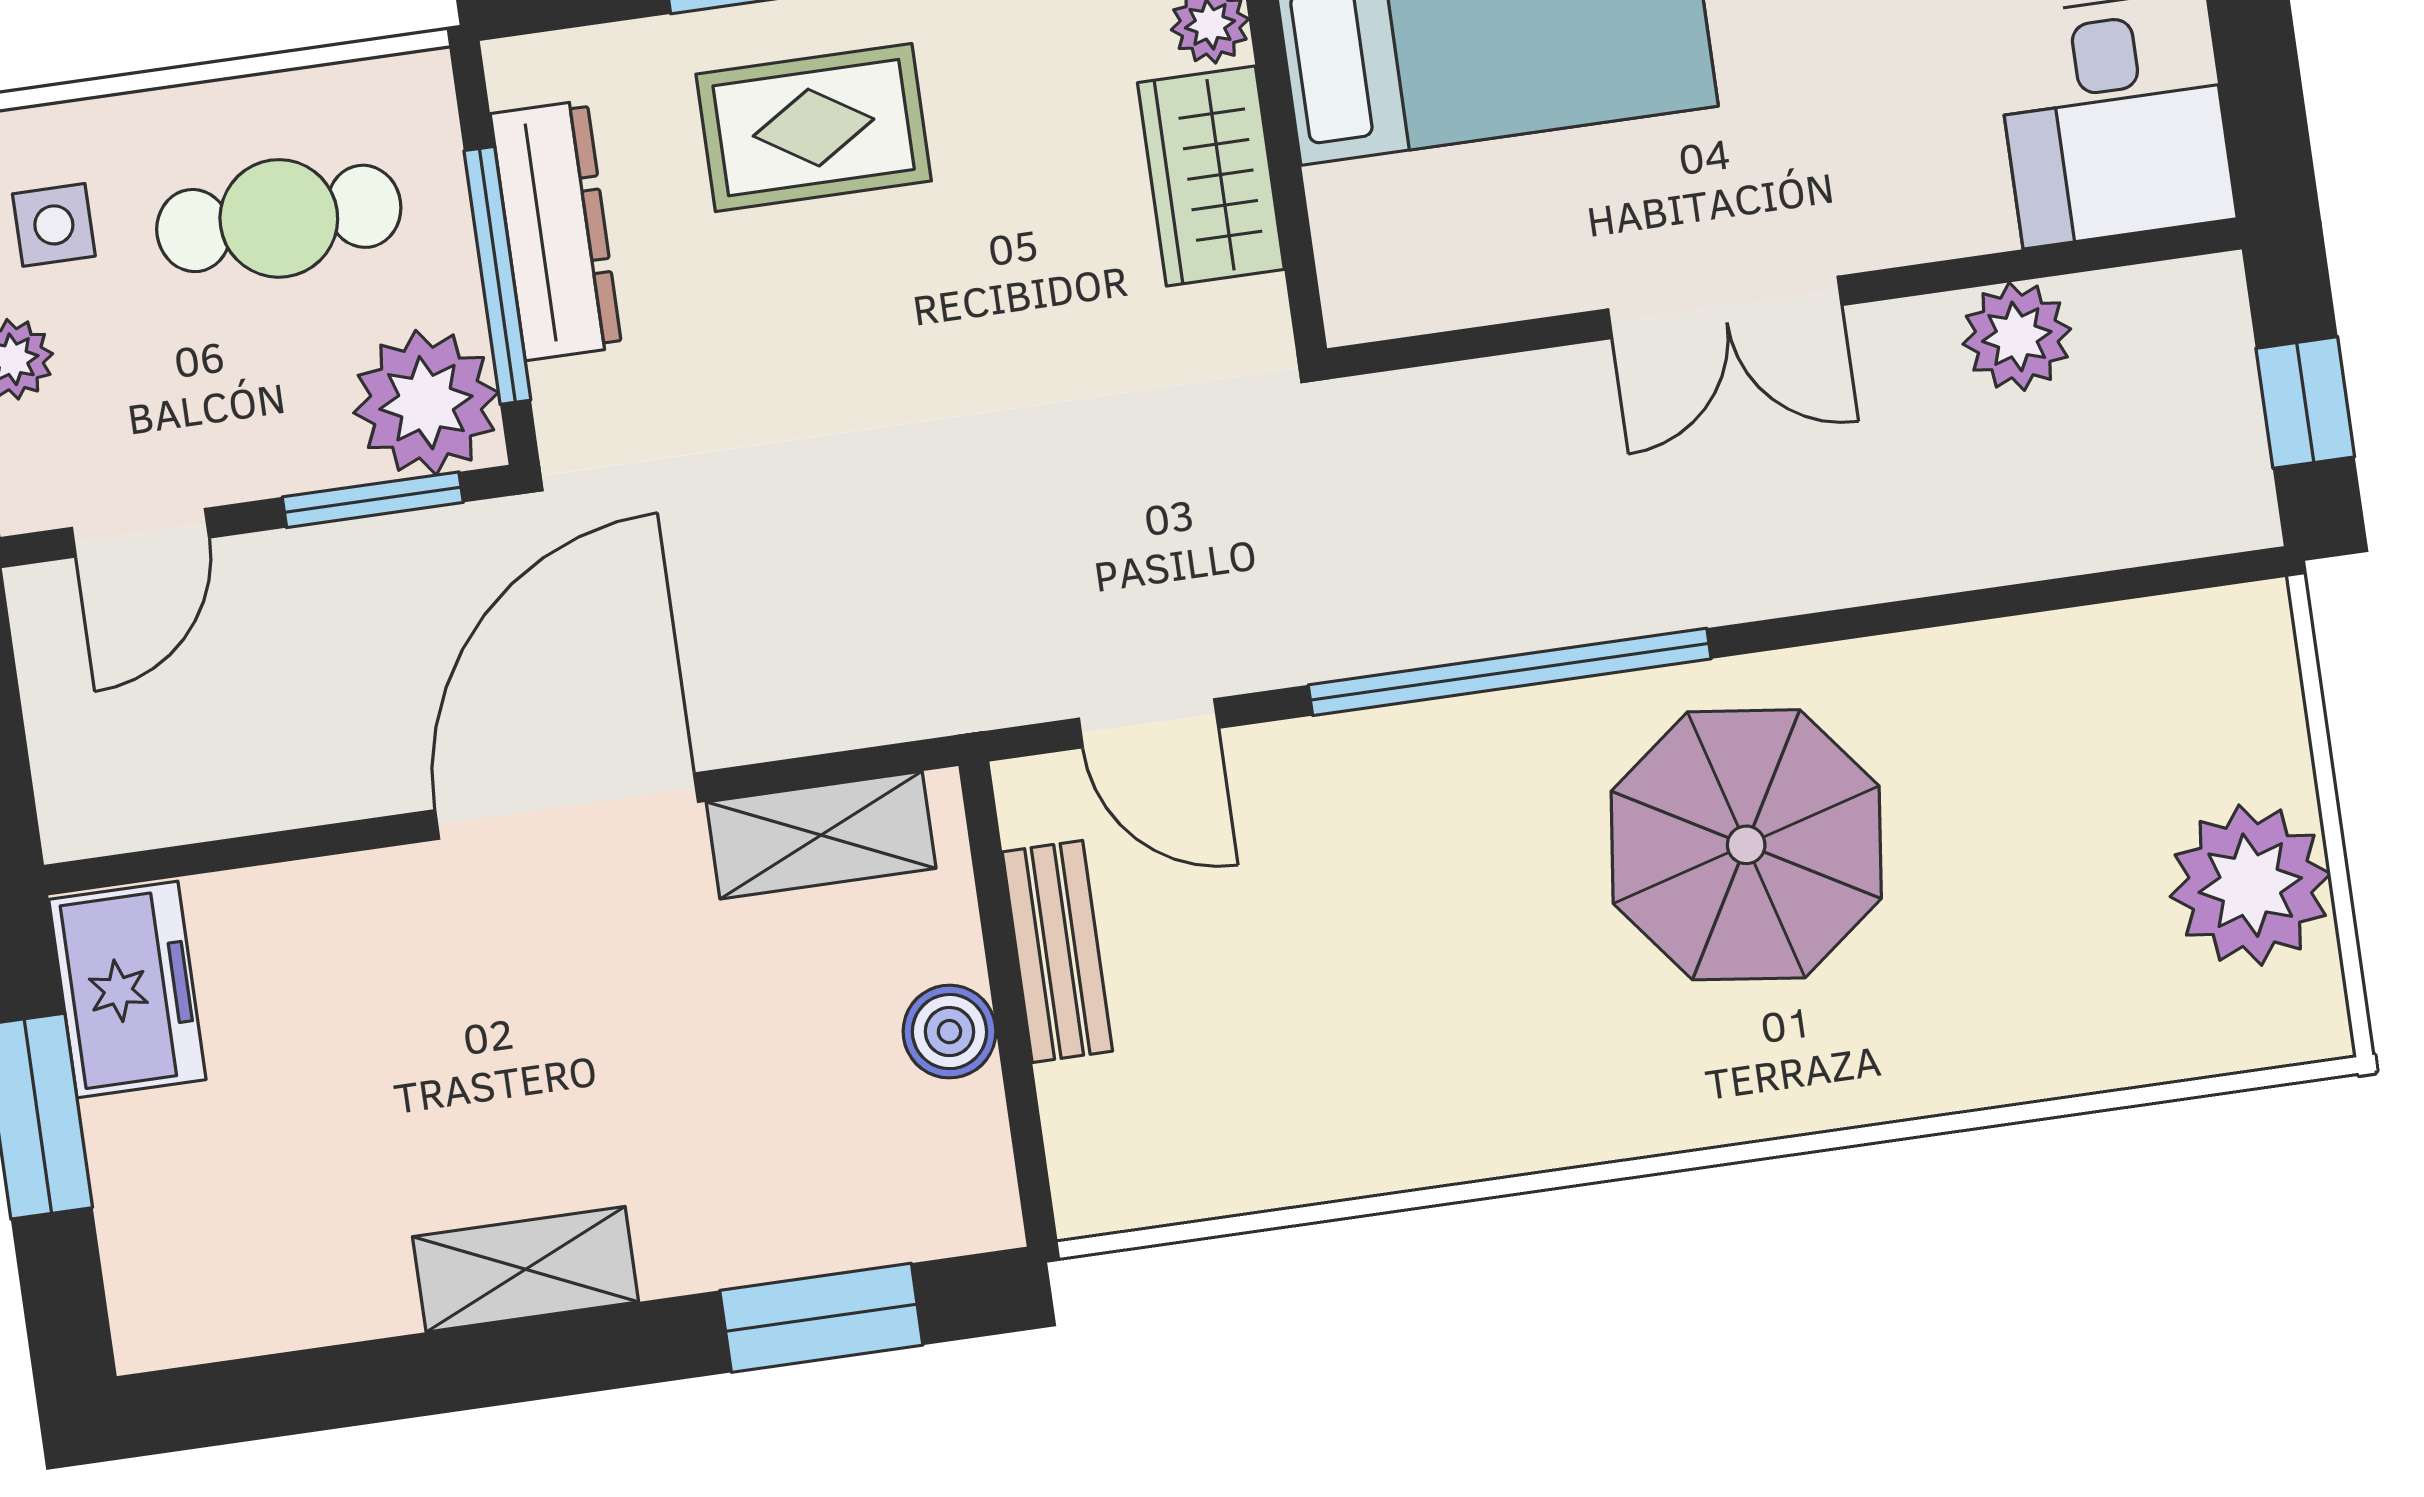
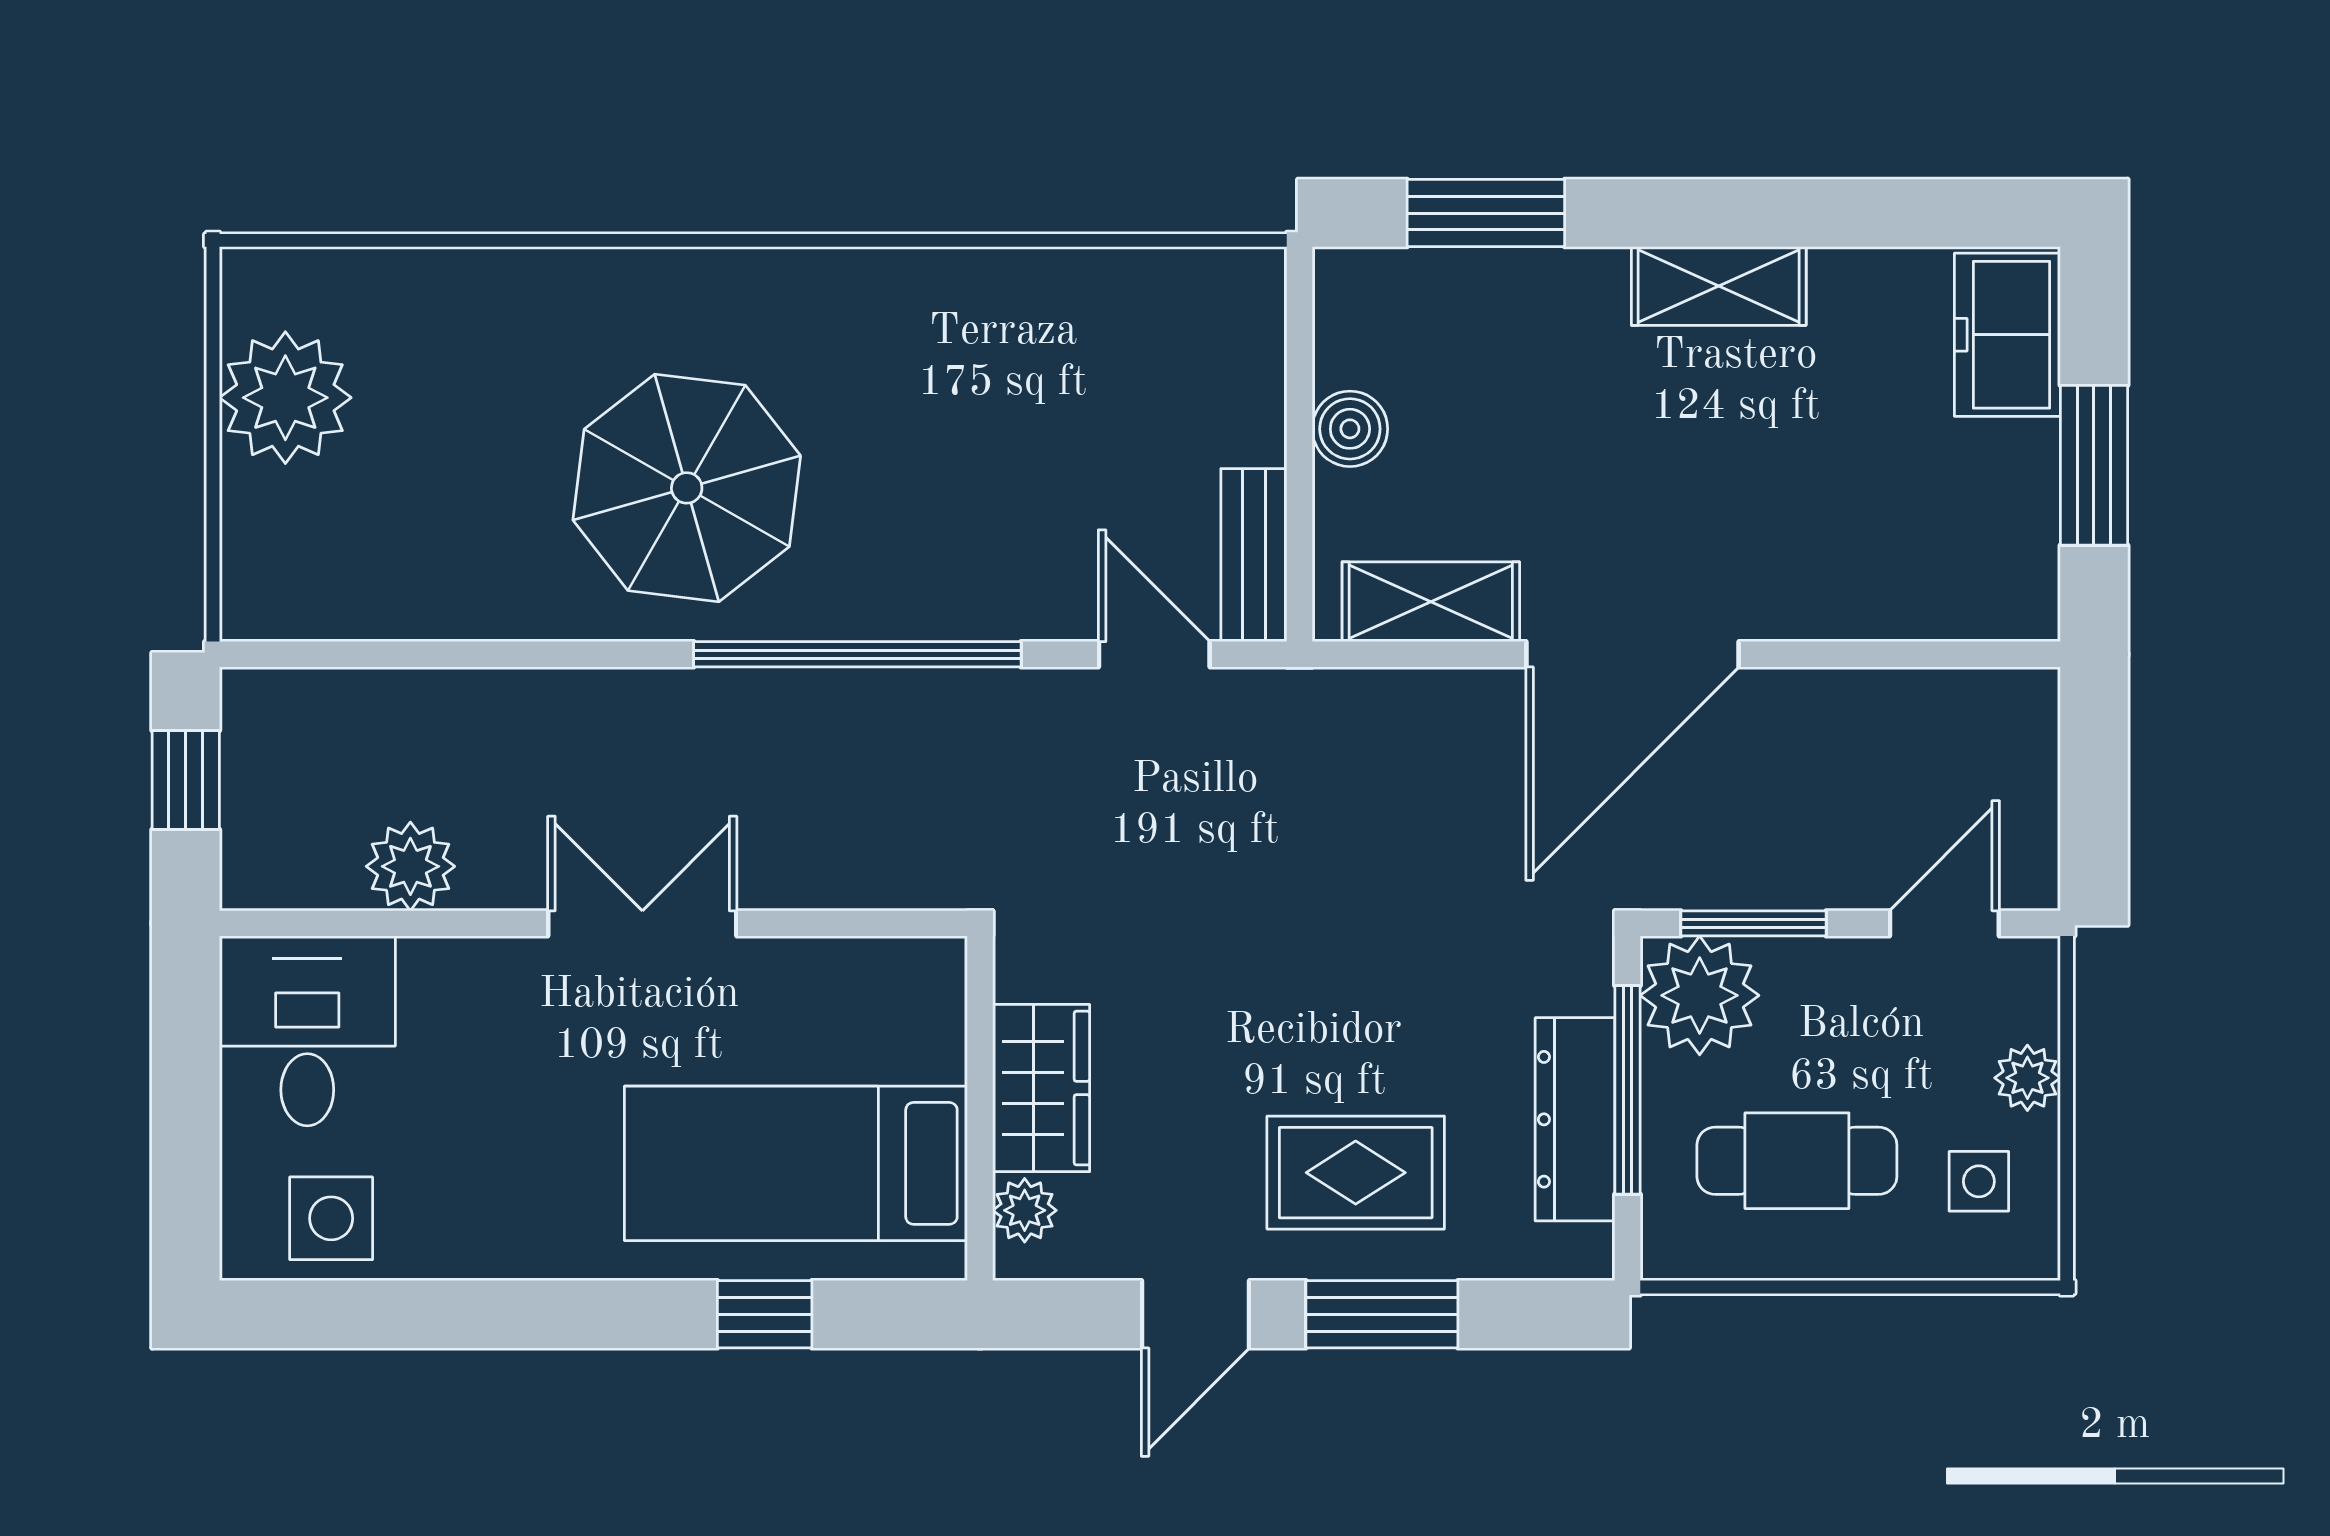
bench: (1057, 951) -> (1254, 555), moved
freezer: (127, 989) -> (2007, 335), moved

